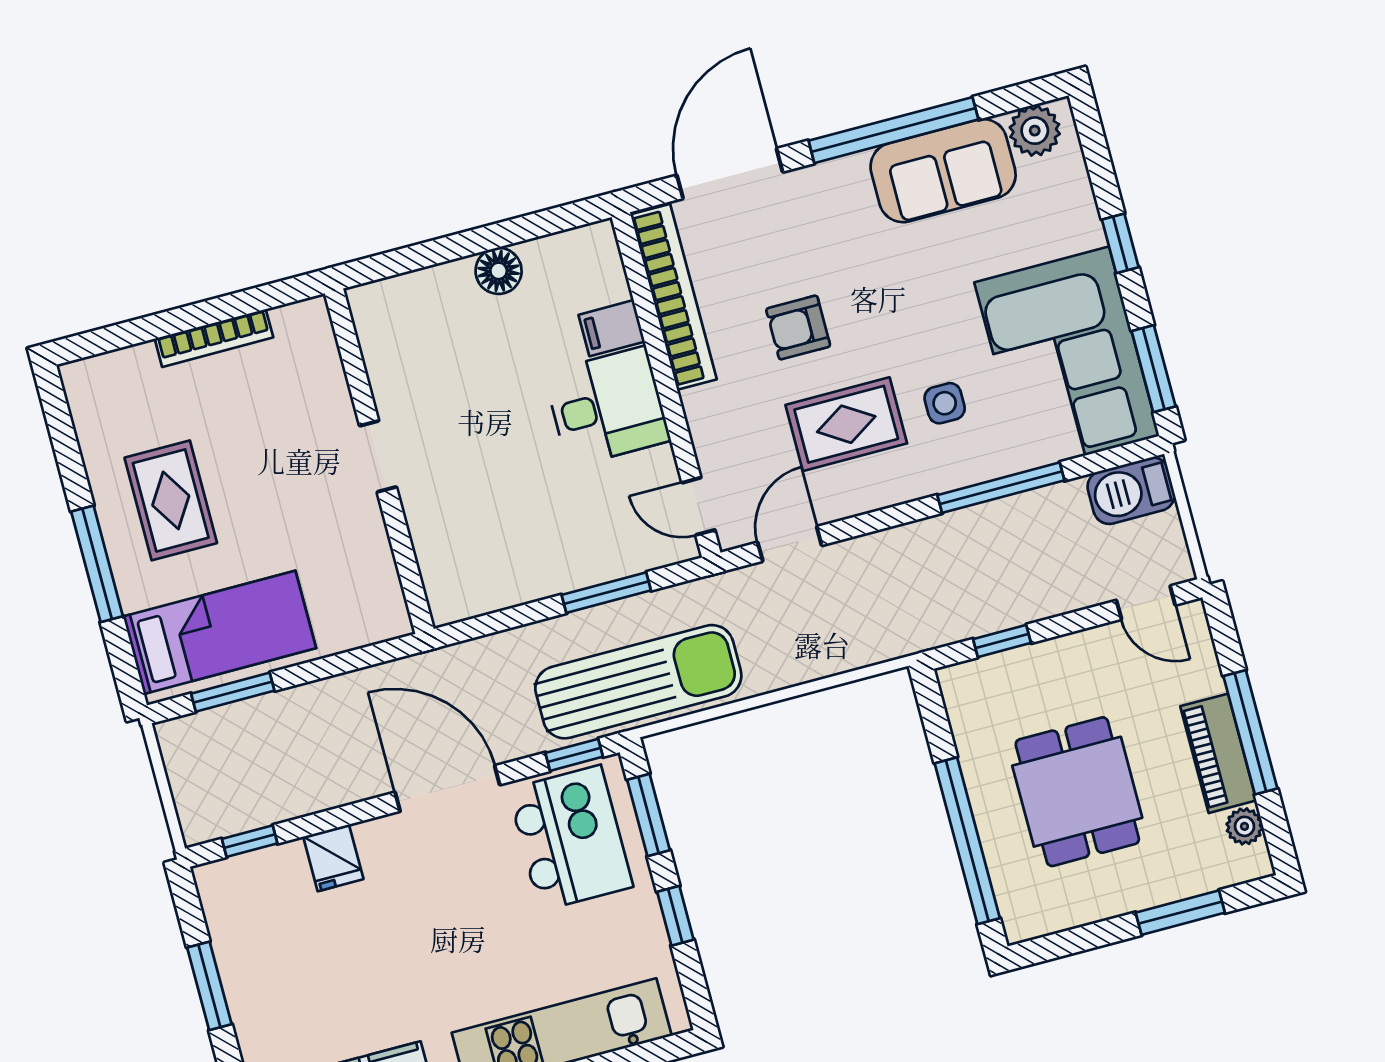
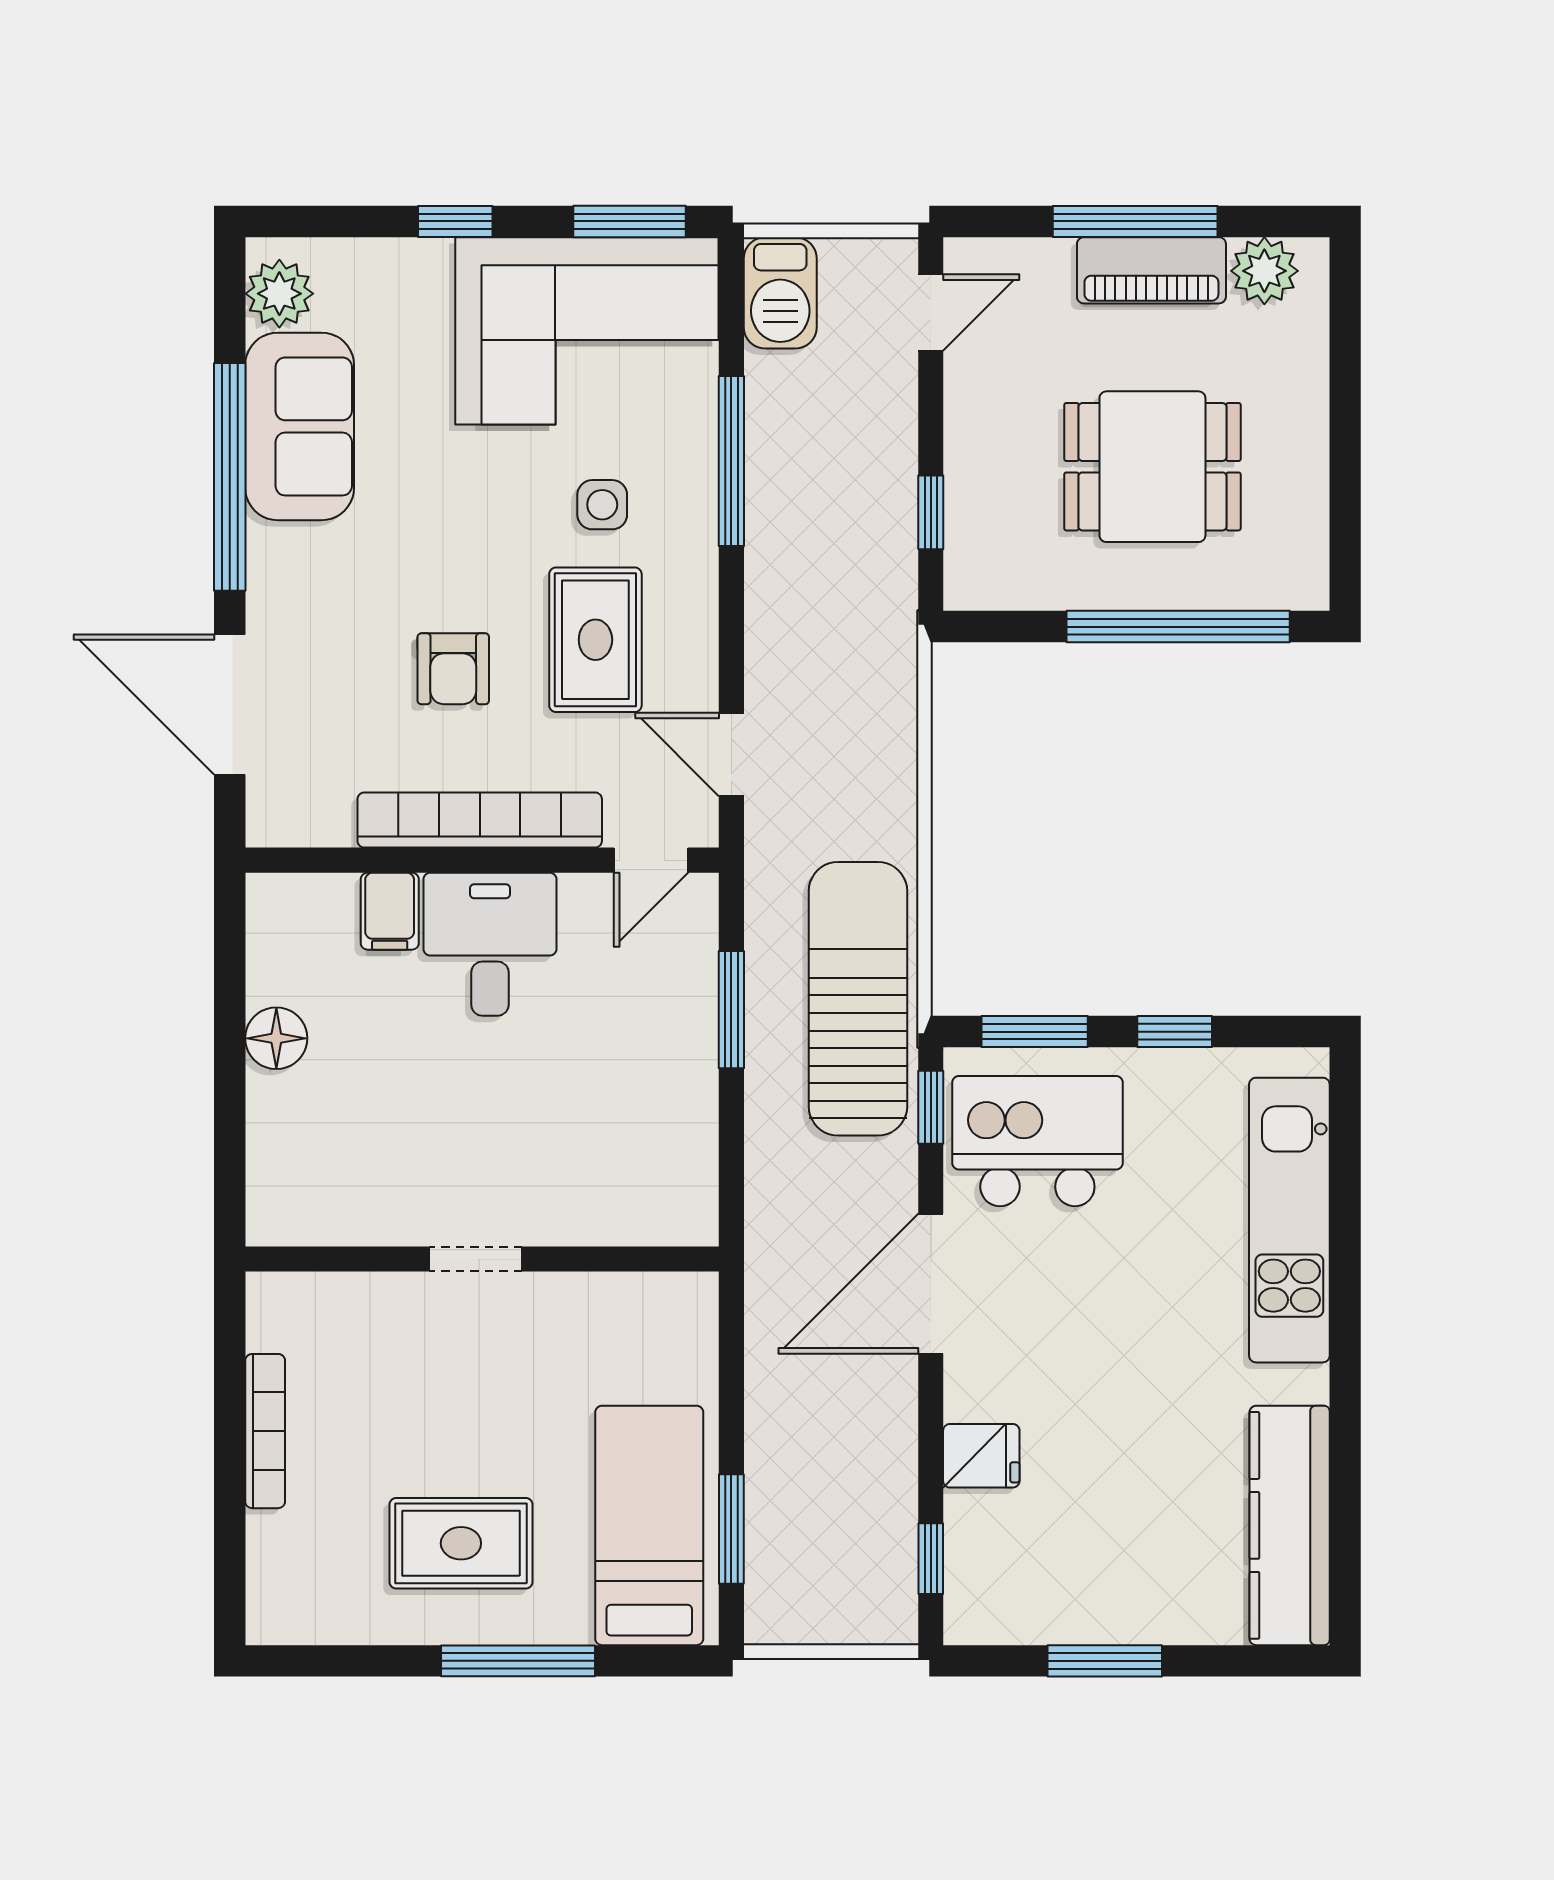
bookcase: (674, 297) -> (480, 820), moved
plant: (1244, 826) -> (1264, 271), width x1.38, depth x1.38
window: (1180, 913) -> (1345, 375), removed

